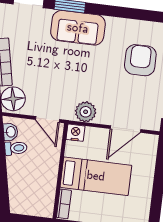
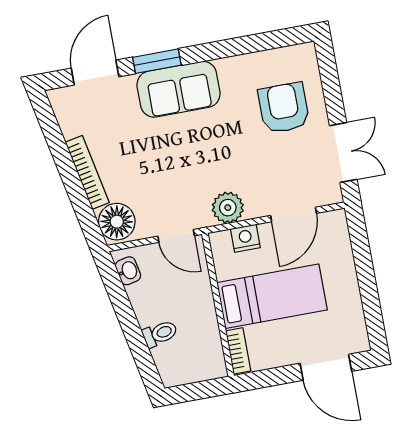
nightstand: (75, 133) -> (245, 238), moved
toilet: (16, 148) -> (160, 334), moved

